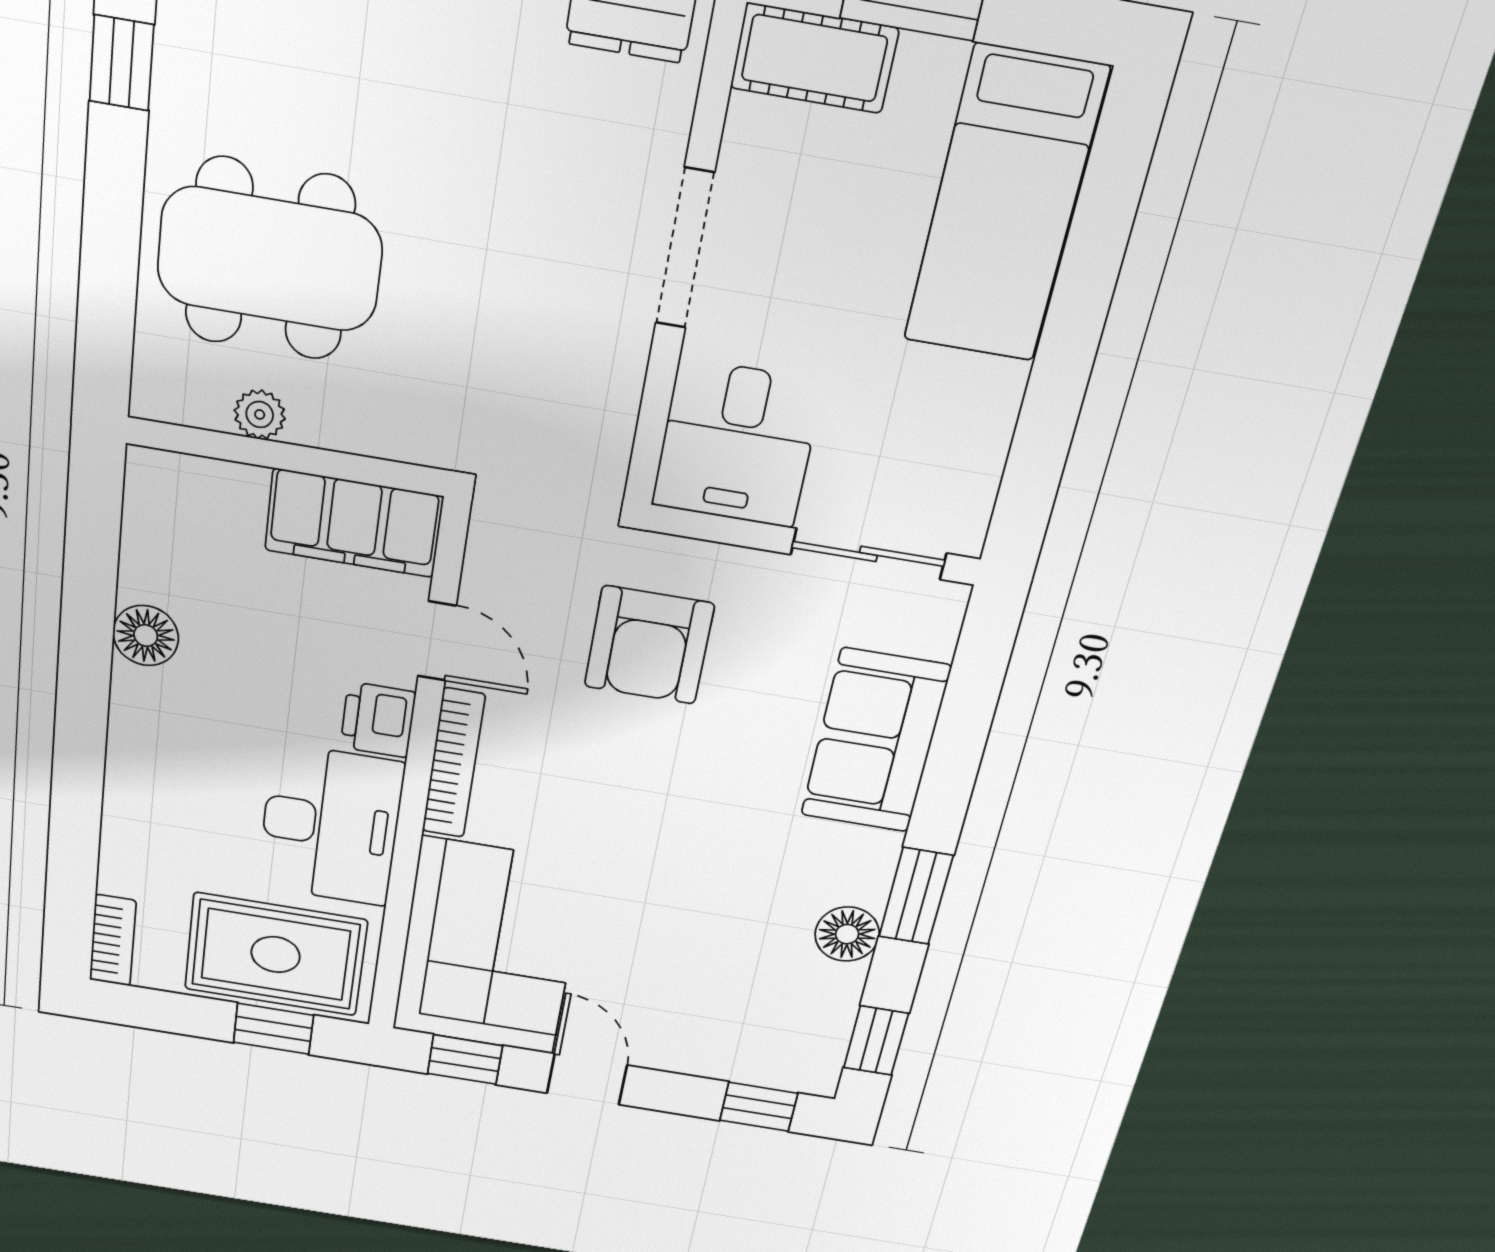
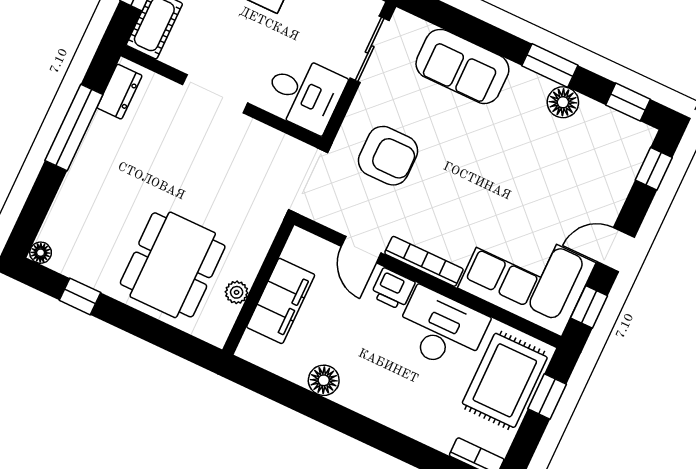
filing cabinet: (354, 523) -> (281, 301), moved
door: (437, 641) -> (361, 250), swing flipped

